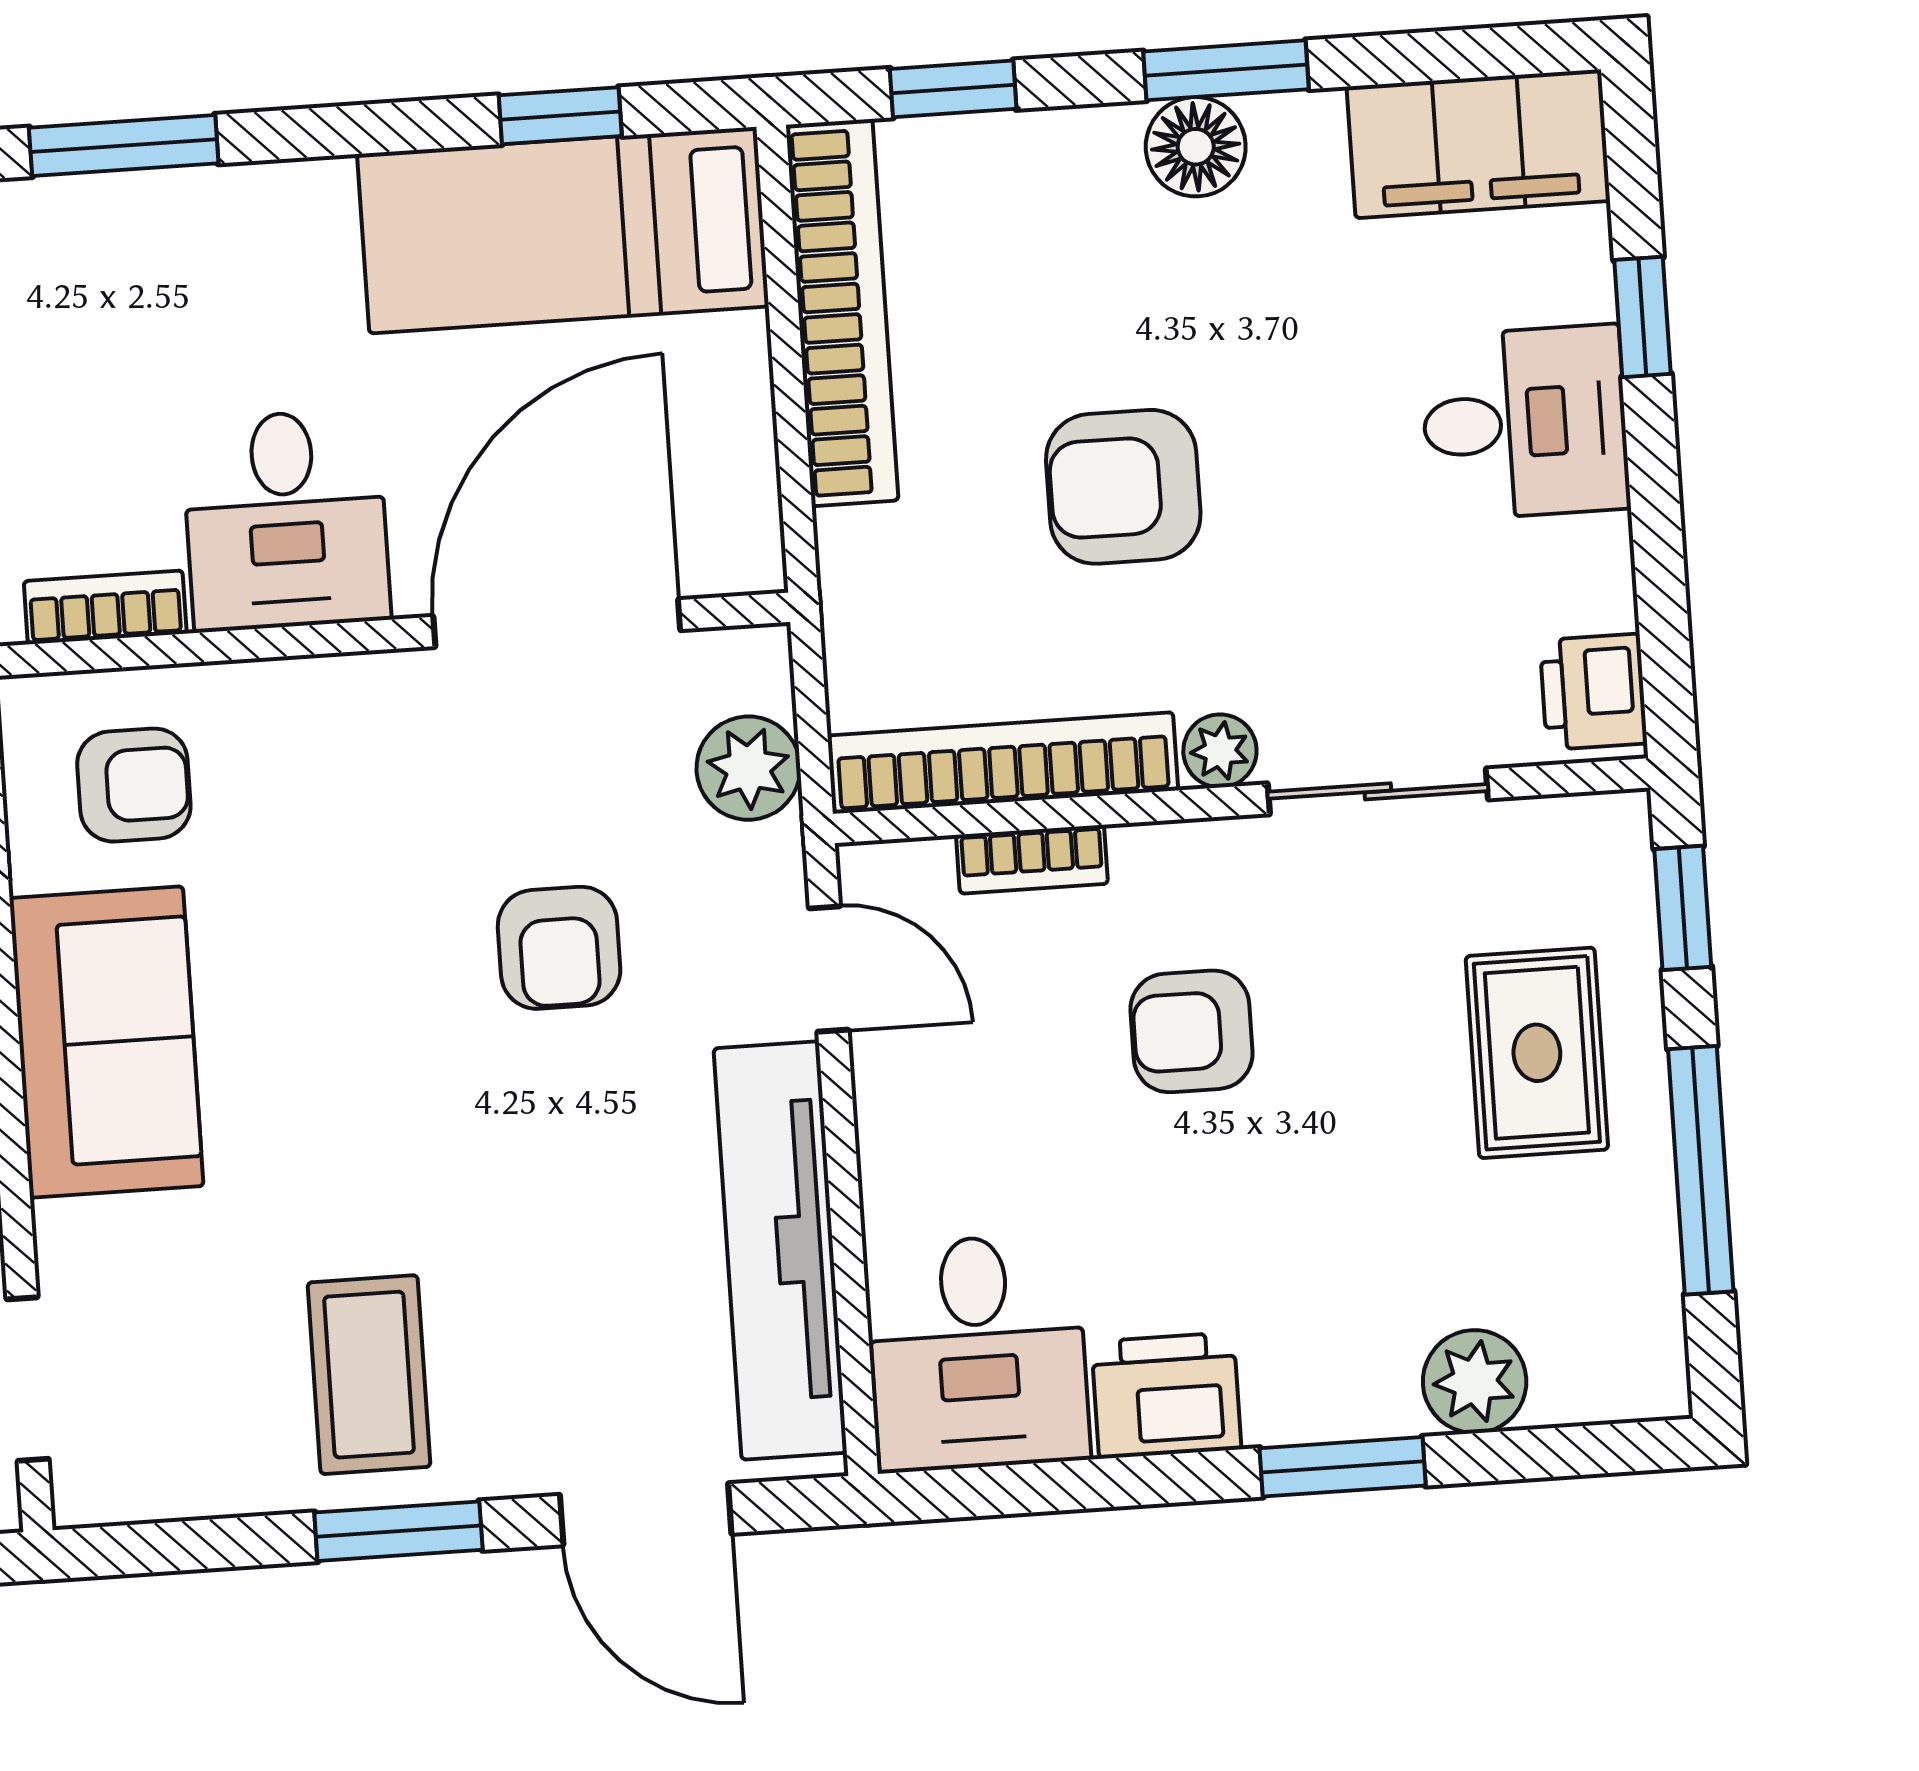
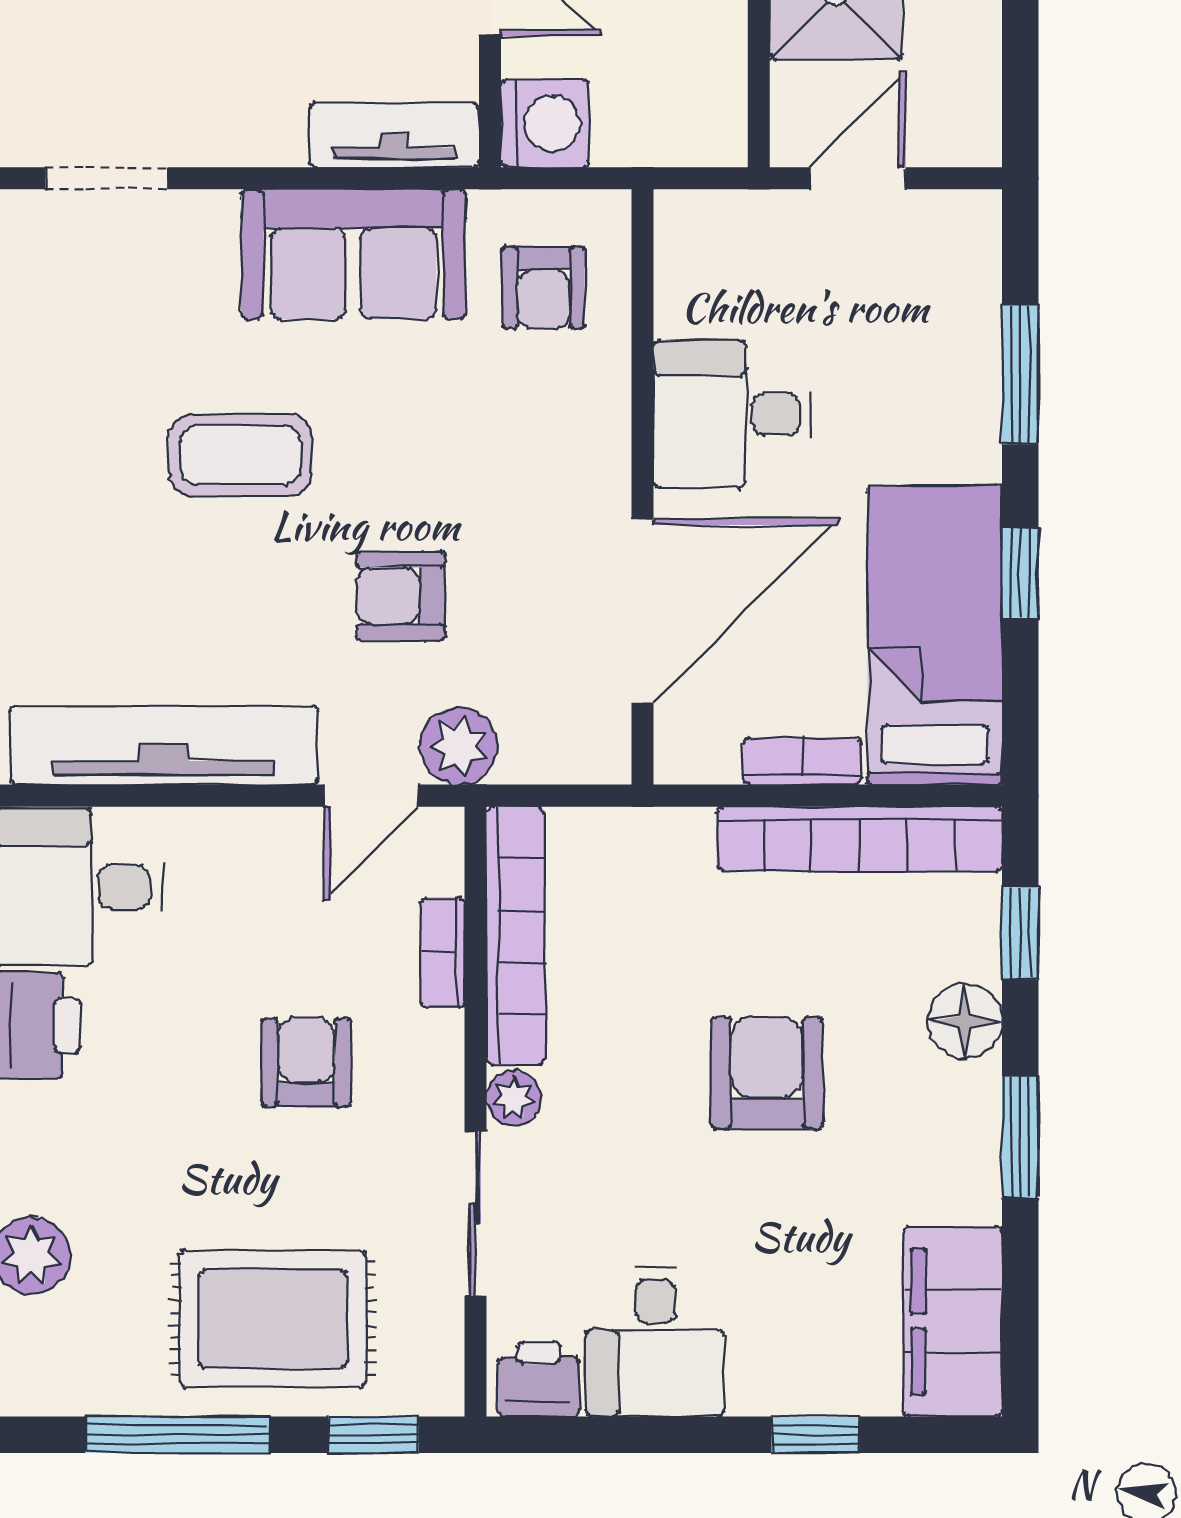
window: (560, 116) -> (1020, 573), moved
window: (124, 145) -> (1020, 374), moved
floor lamp: (1196, 147) -> (965, 1022), moved
desk: (1525, 423) -> (655, 1342), moved
armchair: (1123, 487) -> (767, 1073), moved
bookcase: (105, 607) -> (802, 761), moved, turned -90
door: (557, 623) -> (643, 611), hinge flipped
plant: (748, 768) -> (459, 746), moved
rug: (1537, 1053) -> (273, 1319), width x1.36, depth x1.43
coffee table: (369, 1375) -> (241, 455), moved

